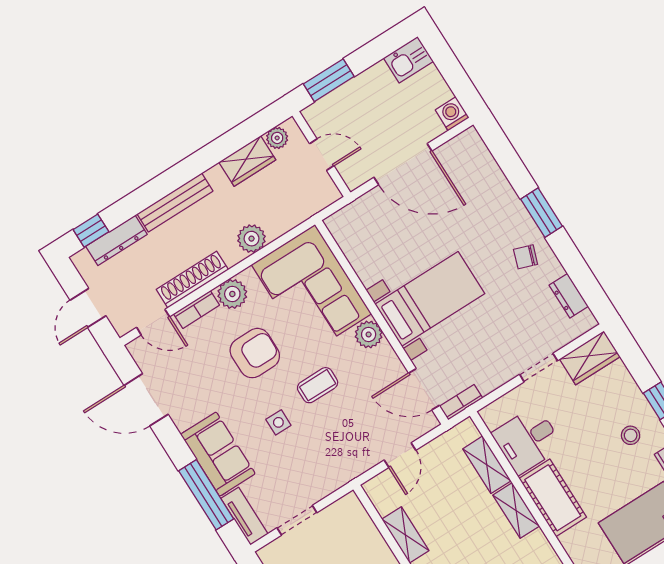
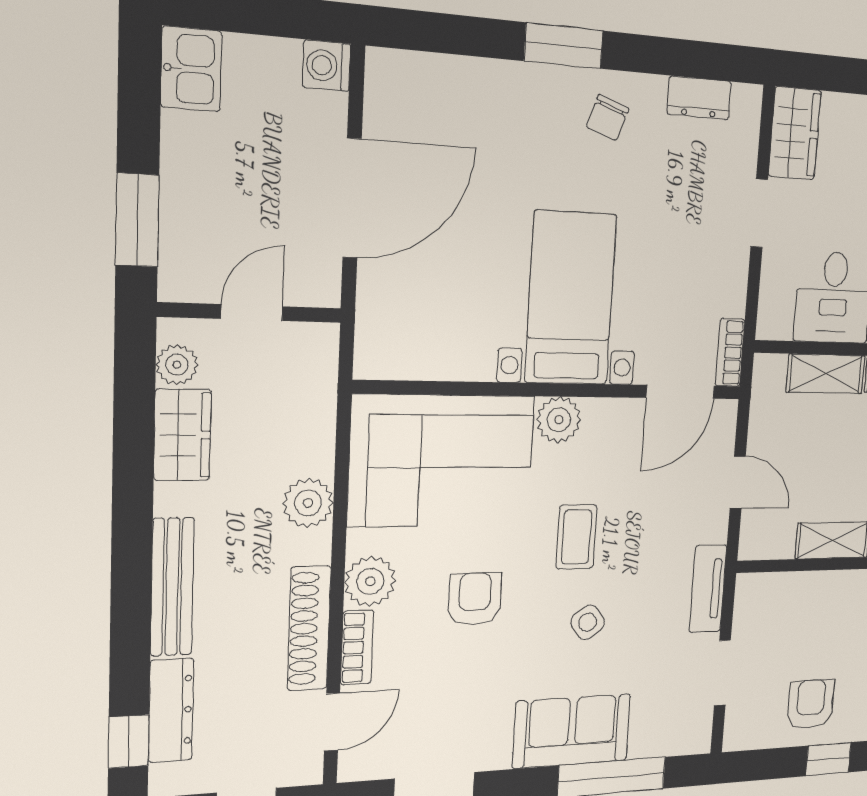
armchair: (255, 353) -> (475, 599), width x0.72, depth x0.72
side table: (278, 422) -> (588, 622), turned -36
tv unit: (244, 516) -> (708, 589), moved, turned -90

